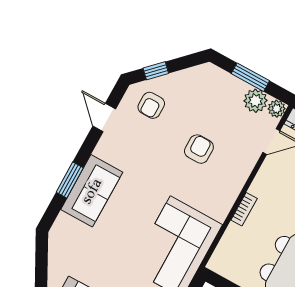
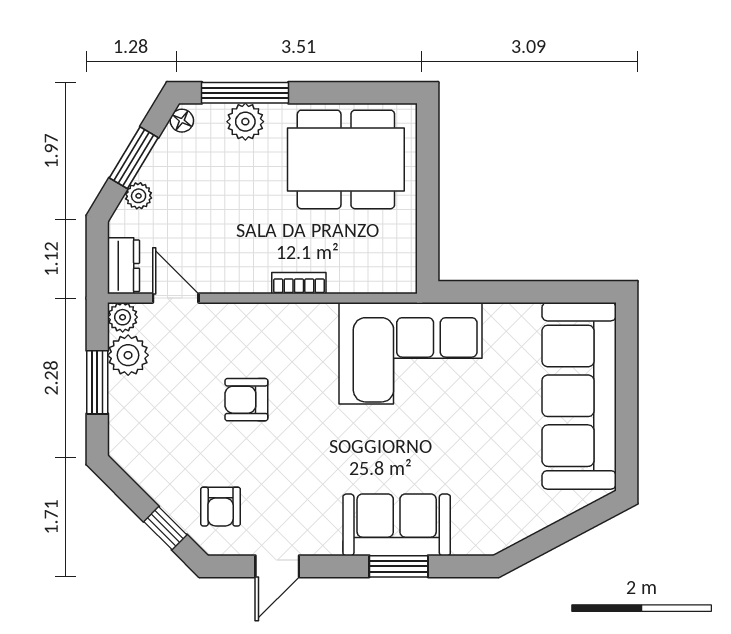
armchair: (151, 105) -> (221, 507), turned 90

